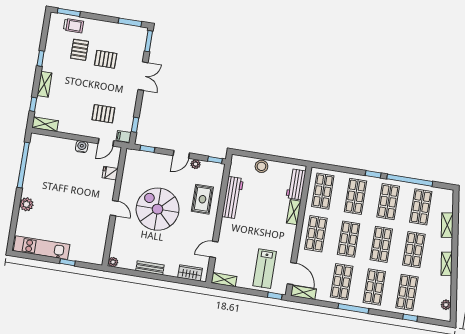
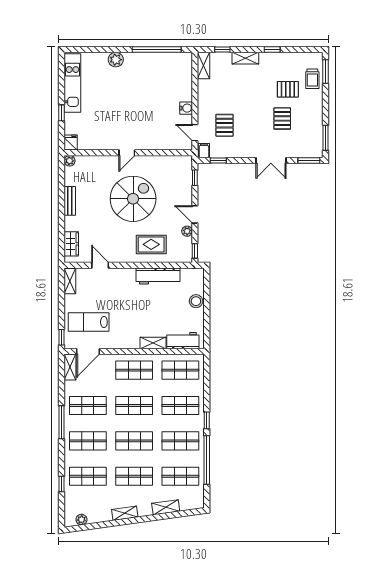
fridge: (110, 173) -> (71, 143), moved

